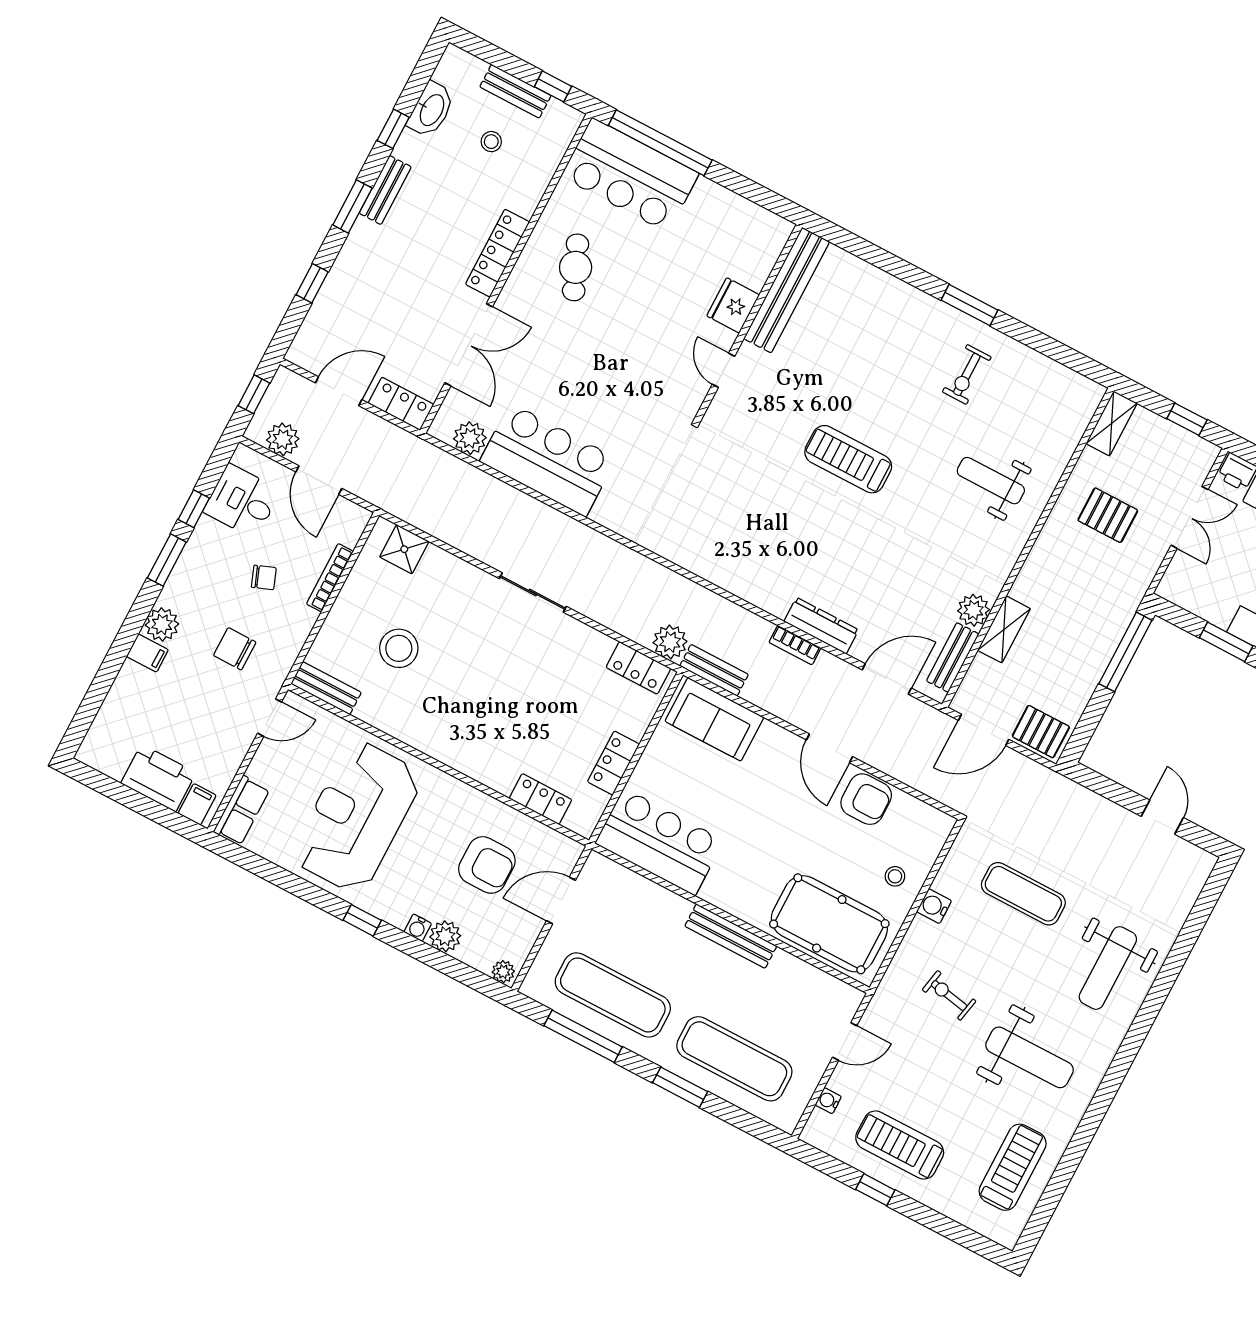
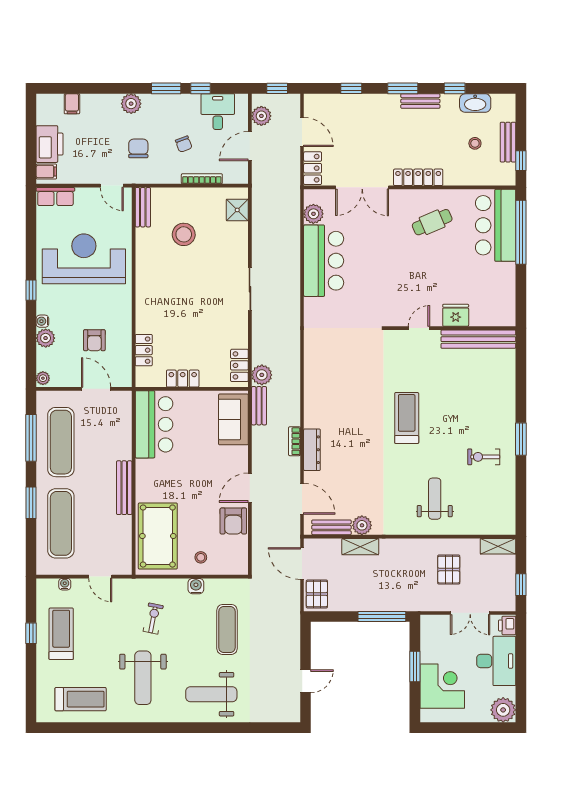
filing cabinet: (147, 653) -> (72, 104), moved
armchair: (487, 865) -> (94, 340), width x0.72, depth x0.72

